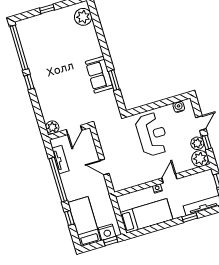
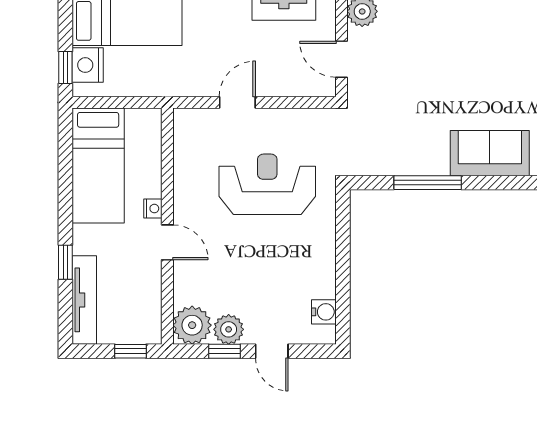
sofa: (99, 75) -> (490, 153), moved
window: (114, 80) -> (428, 183), width x1.44
reception desk: (152, 134) -> (267, 184), moved, turned 180

